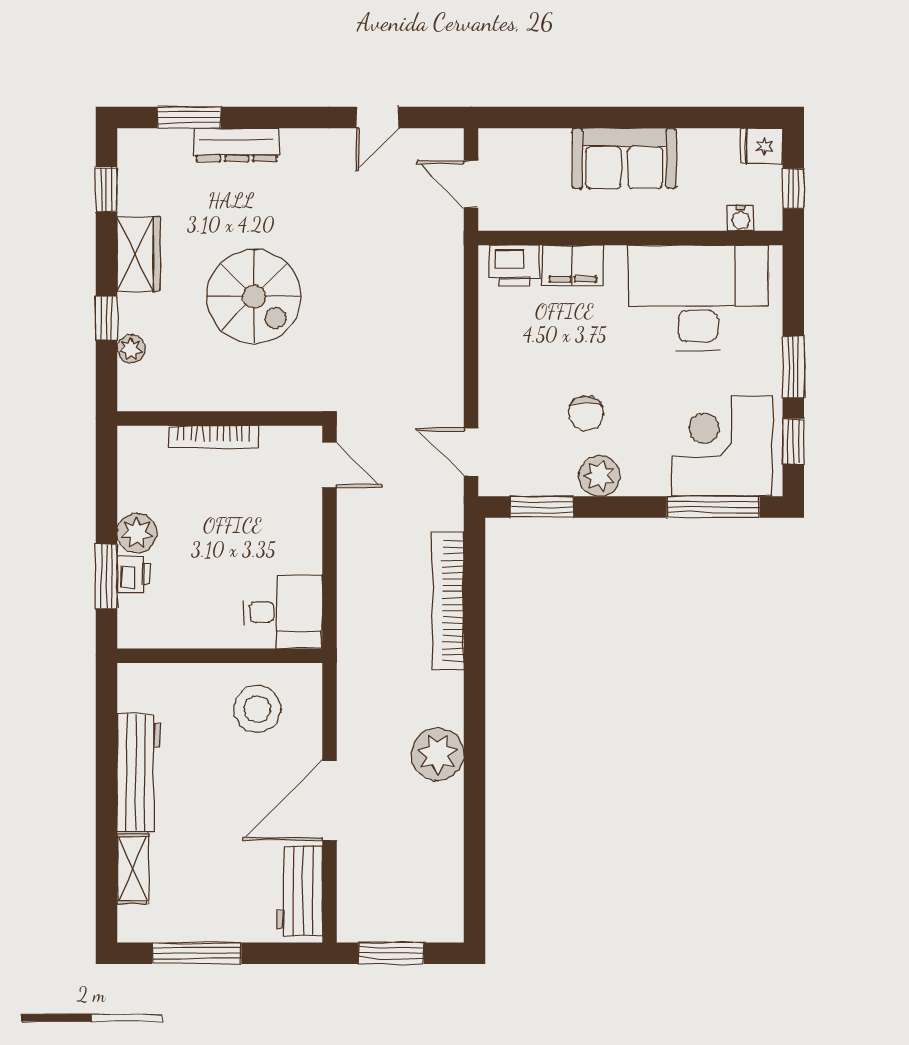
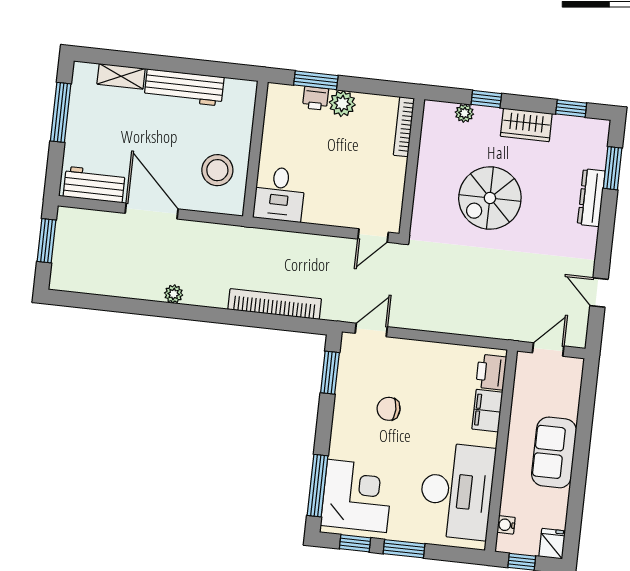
bookcase: (213, 437) -> (404, 127), moved
plant: (599, 476) -> (346, 413), removed
plant: (438, 754) -> (174, 294), width x0.53, depth x0.53

